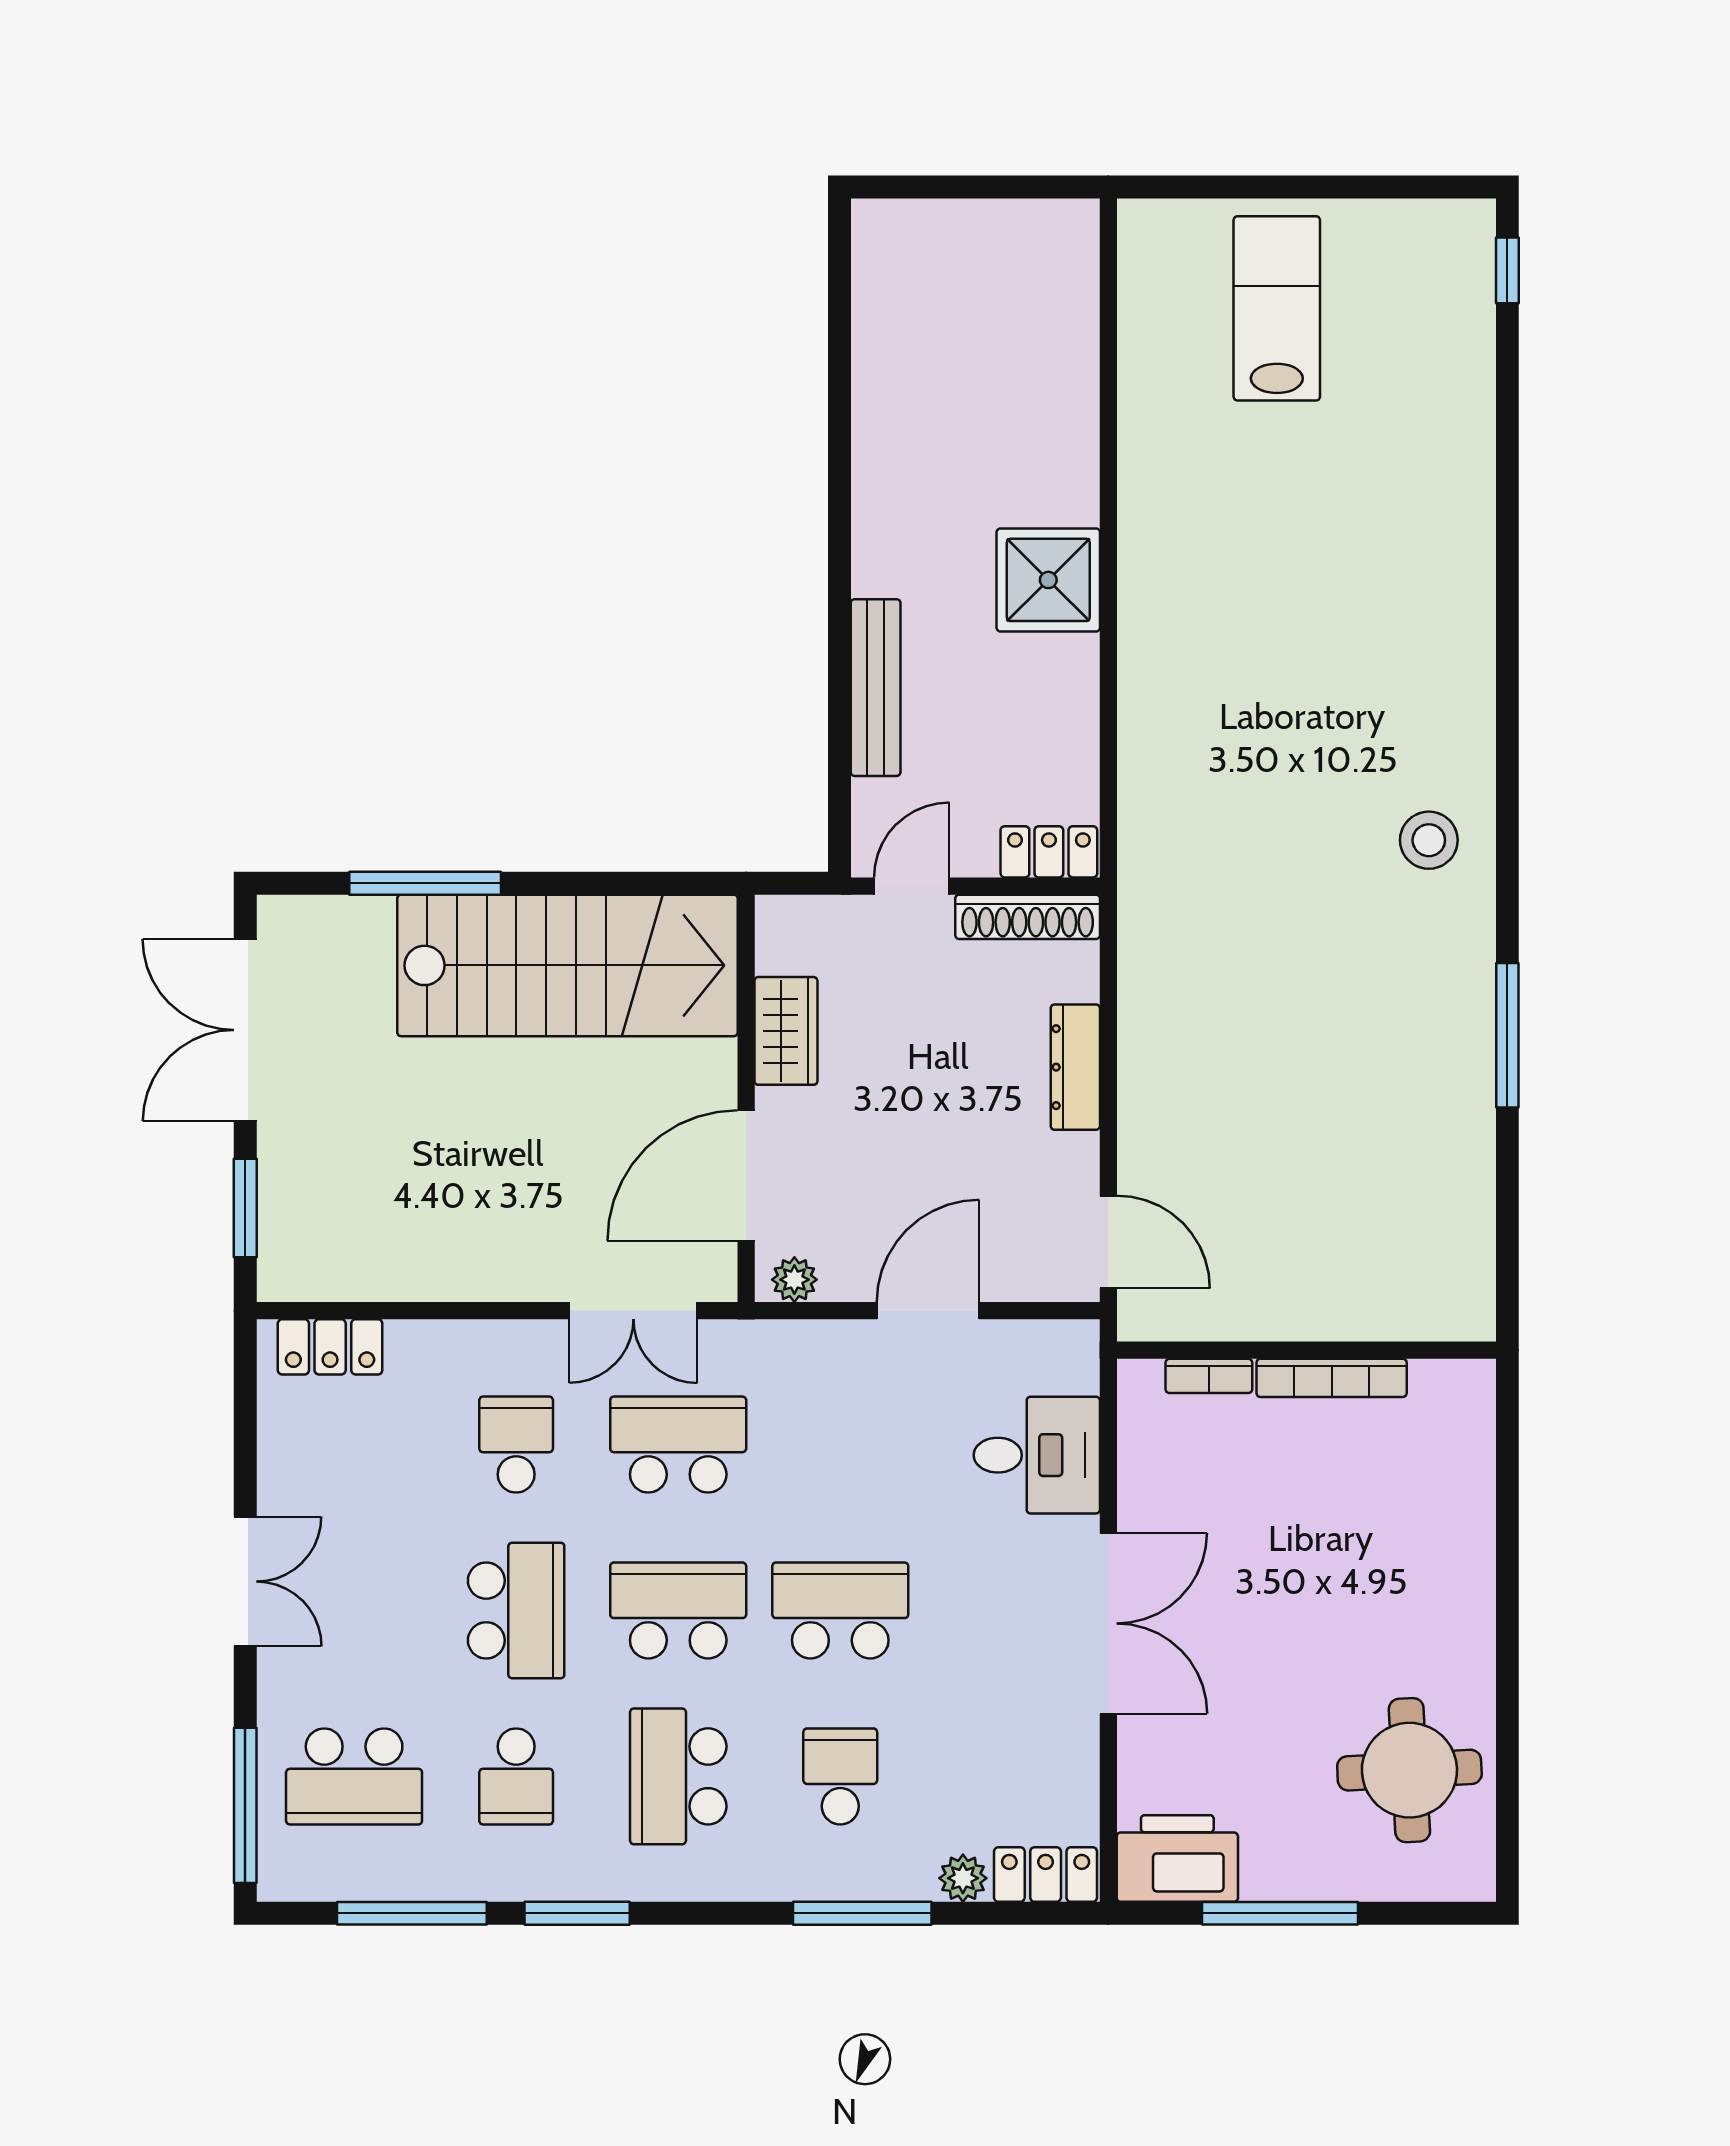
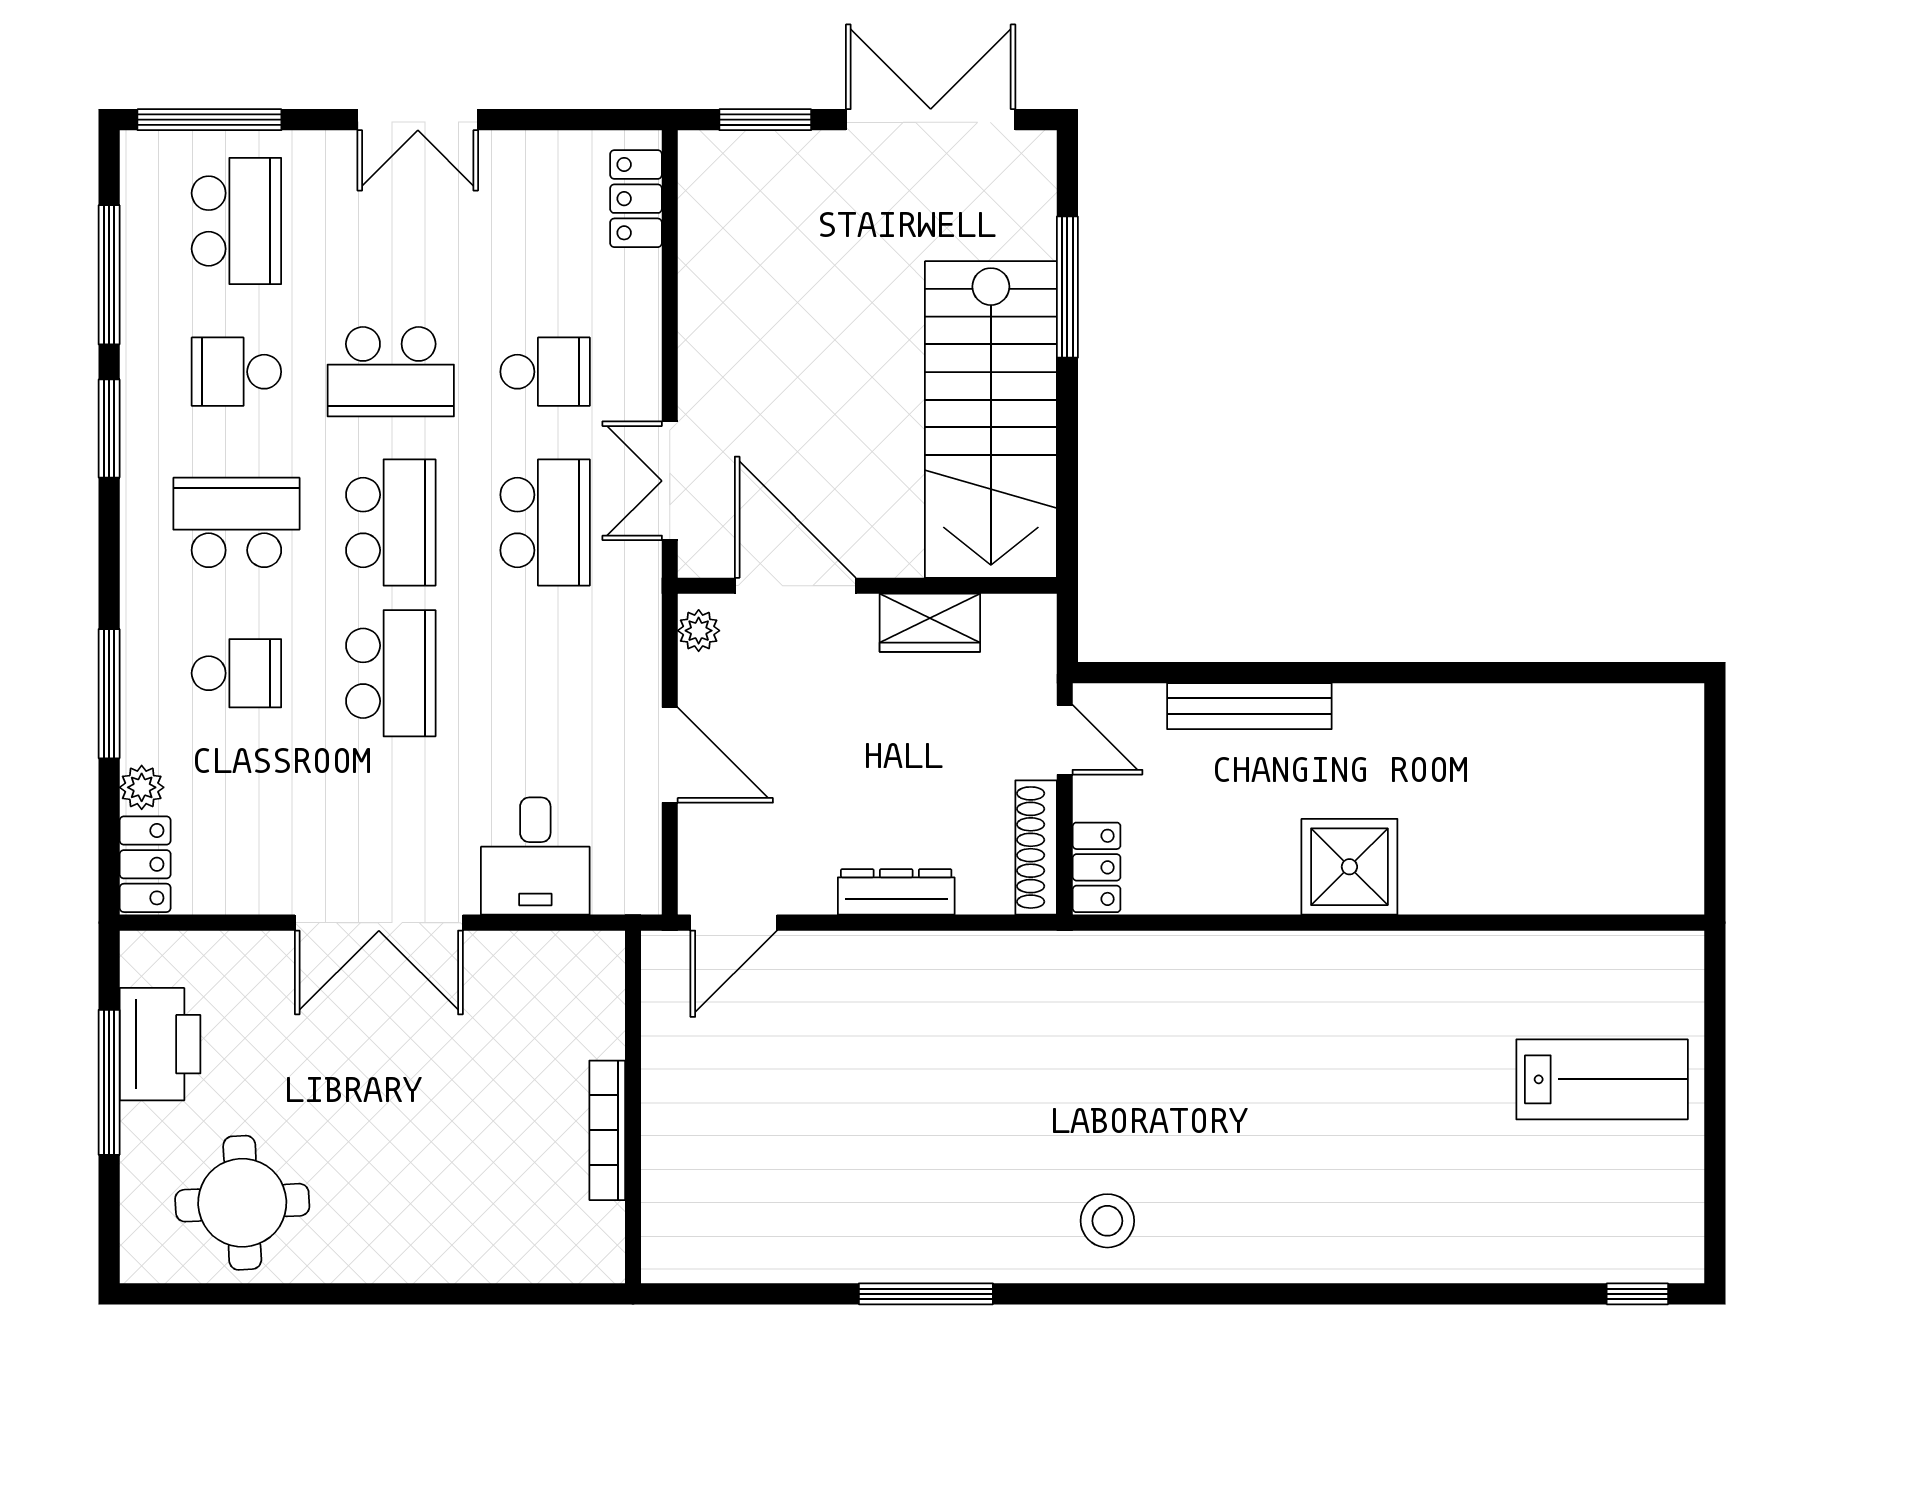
bookcase: (1209, 1376) -> (609, 1016), removed
school desk: (354, 1776) -> (236, 221), turned 180
printer: (1177, 1859) -> (160, 1044), moved

